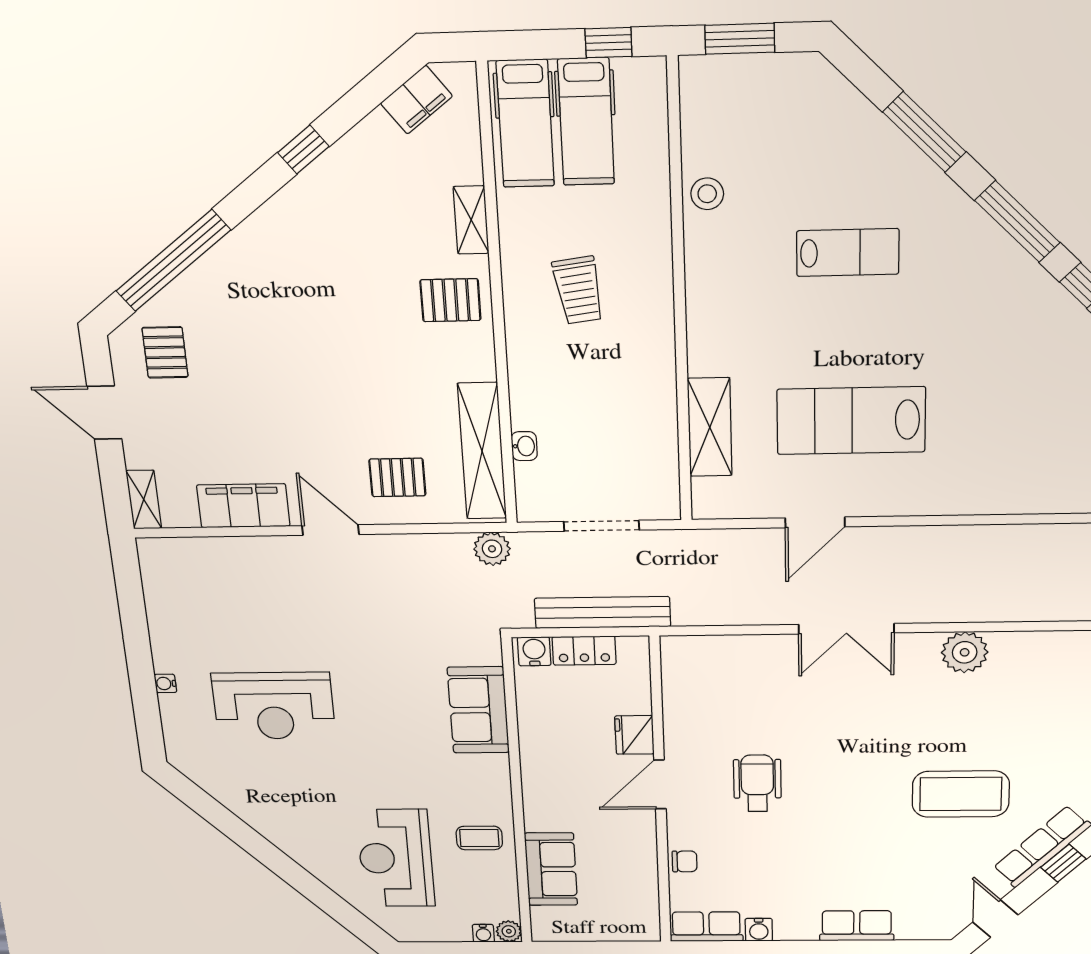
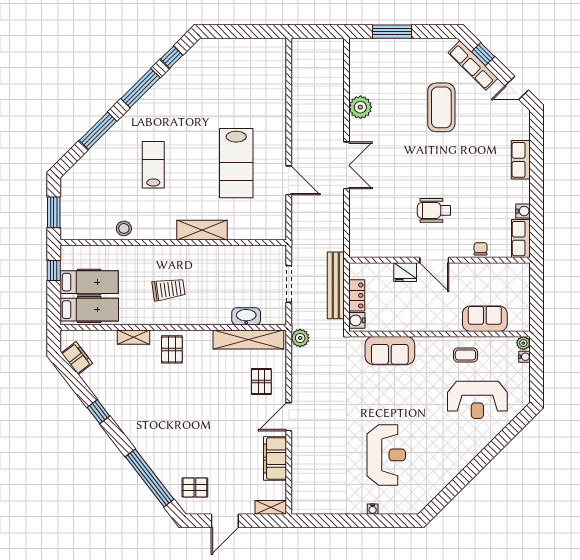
shelving: (710, 427) -> (202, 230), moved
washbasin: (524, 446) -> (246, 316), width x1.91, depth x1.45
coffee table: (479, 838) -> (465, 355), turned 90

